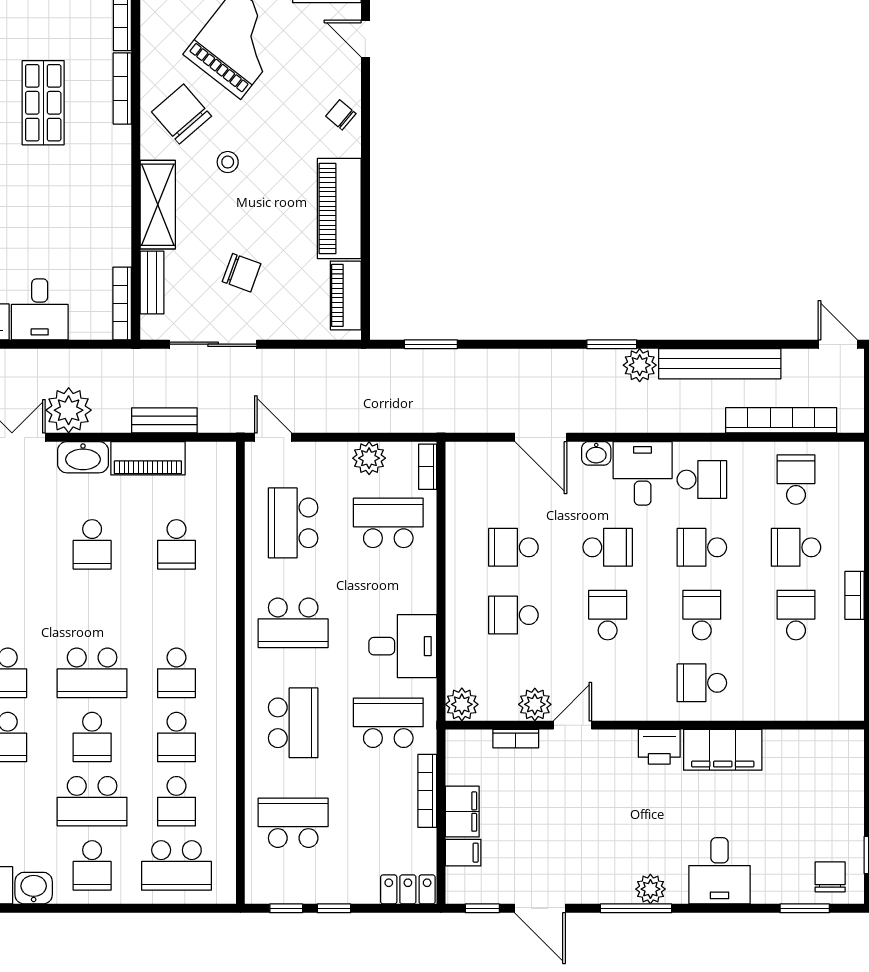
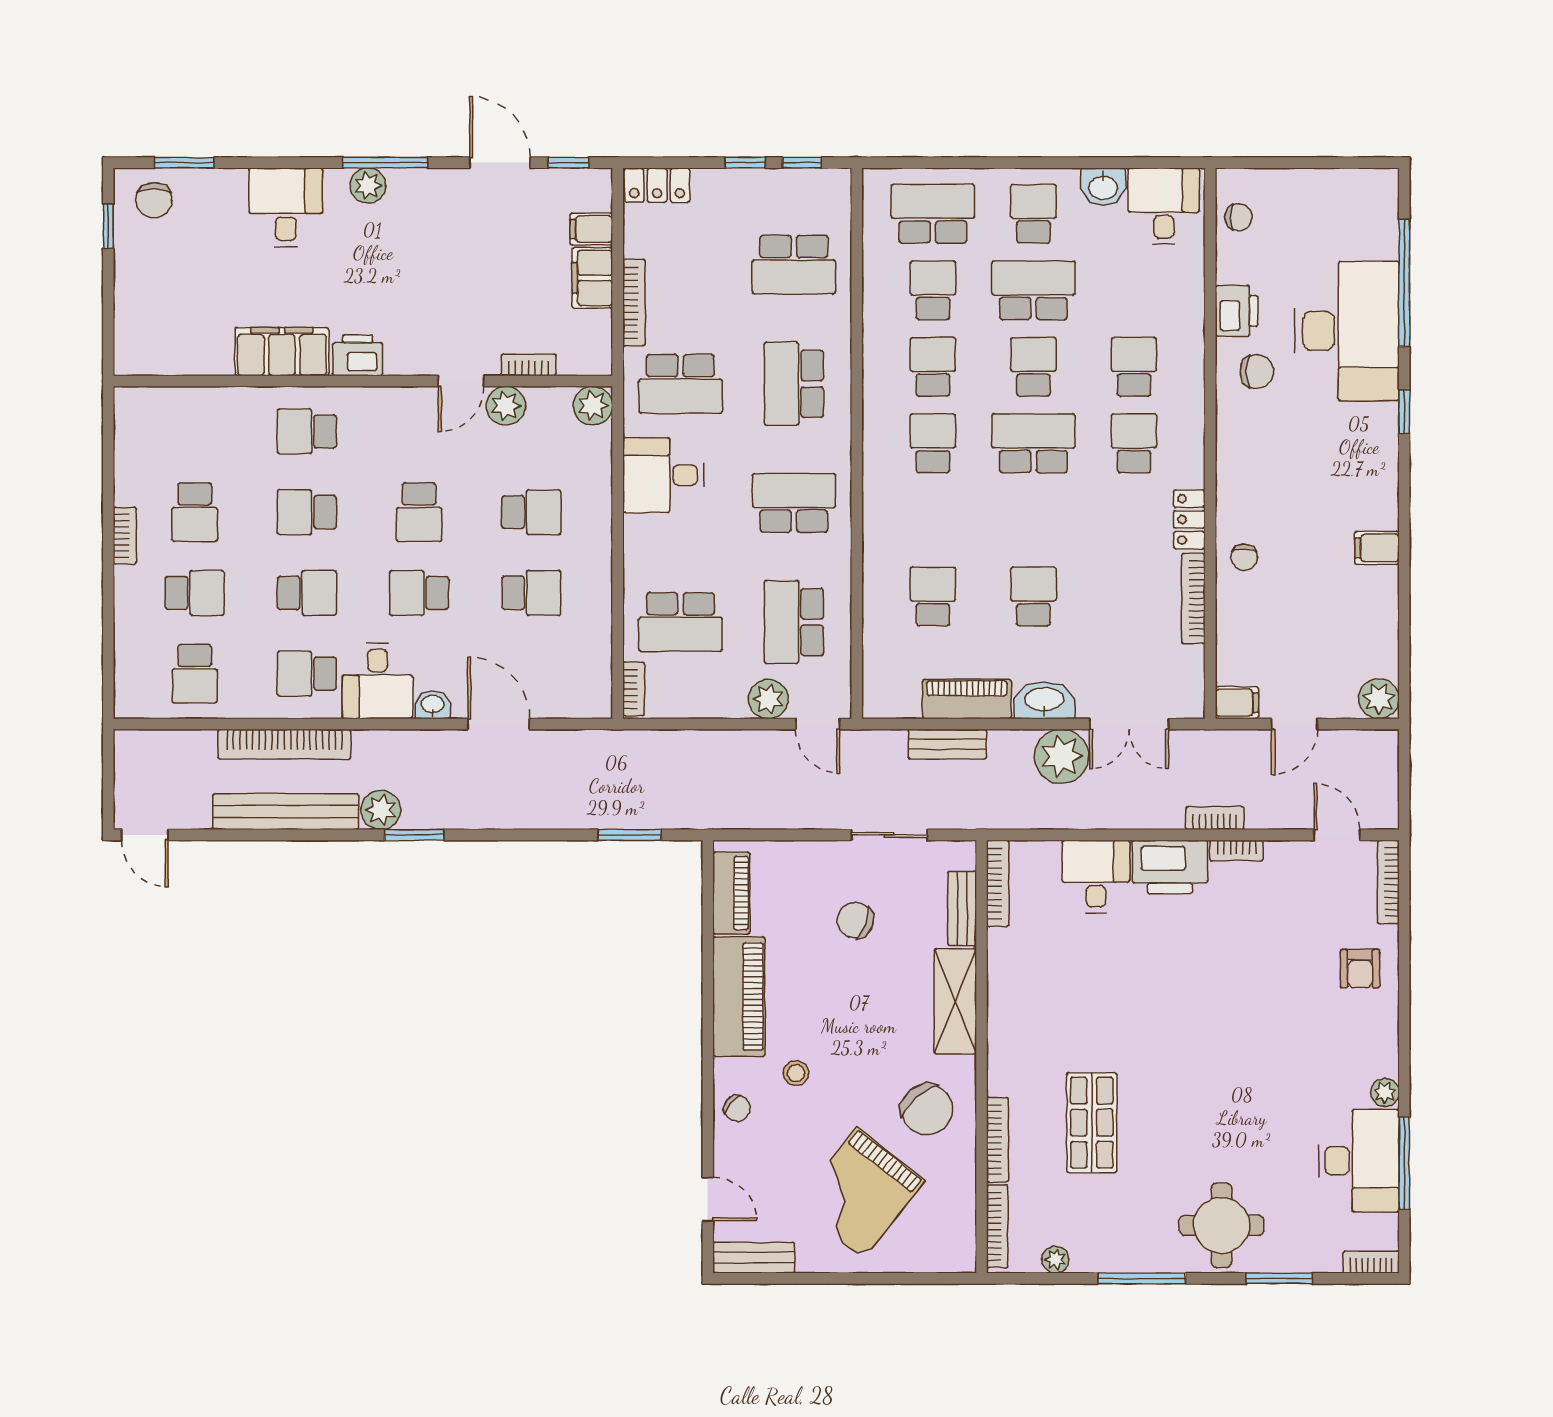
stool: (228, 162) -> (796, 1073), moved
sliding door: (213, 344) -> (889, 835), width x0.73
bookcase: (781, 420) -> (284, 744), moved
plant: (369, 458) -> (768, 699), moved
school desk: (293, 523) -> (794, 622), turned 180
school desk: (702, 615) -> (307, 512), turned 90
school desk: (702, 683) -> (307, 431), turned 180

